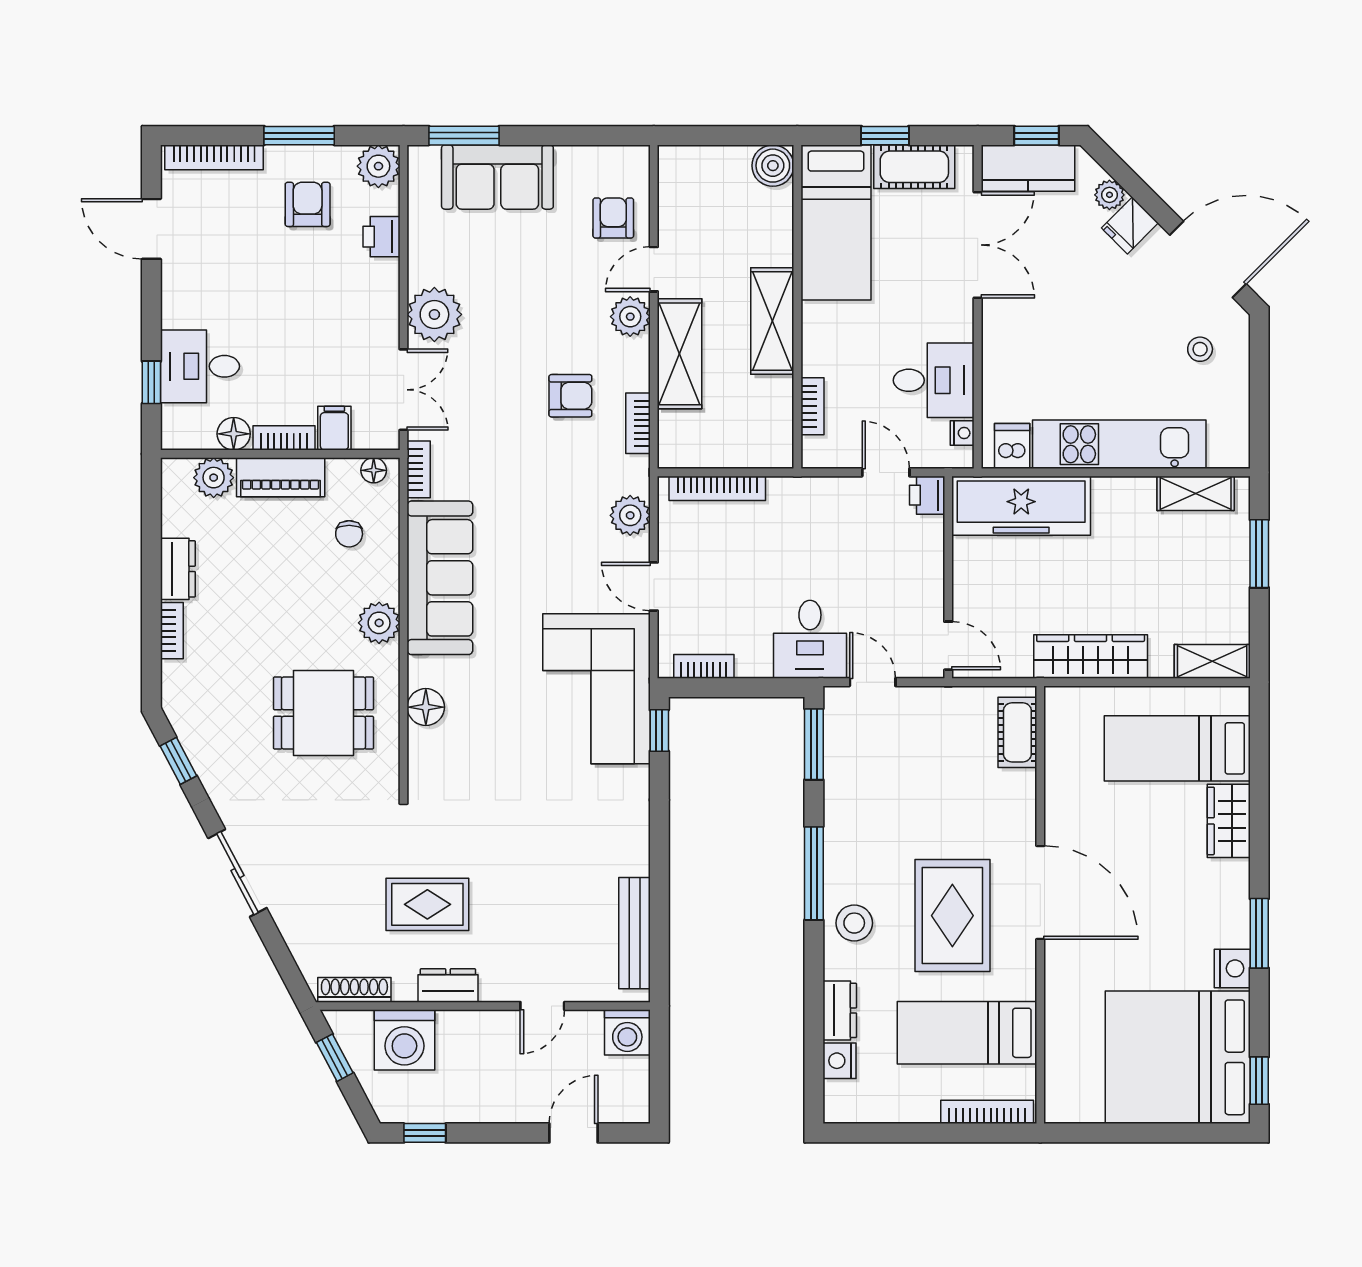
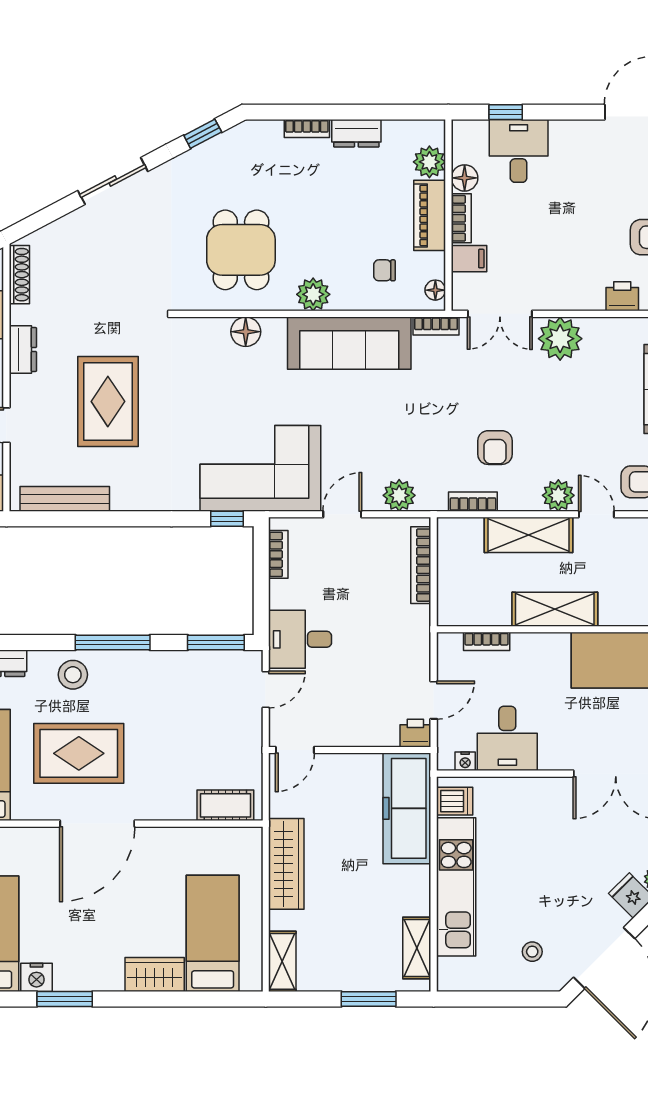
rug: (427, 904) -> (108, 401), moved, width x1.36, depth x1.43

